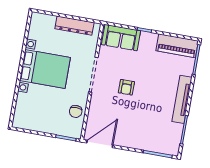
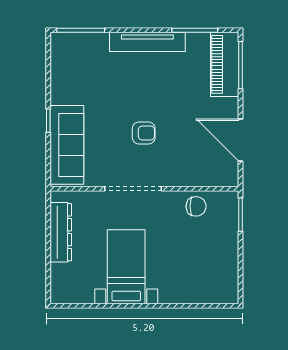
sofa: (121, 38) -> (67, 145), width x1.36
piano: (177, 46) -> (225, 64), moved, turned 180
bed with nightstands: (45, 69) -> (126, 267), width x0.73
door: (100, 144) -> (241, 140), moved

